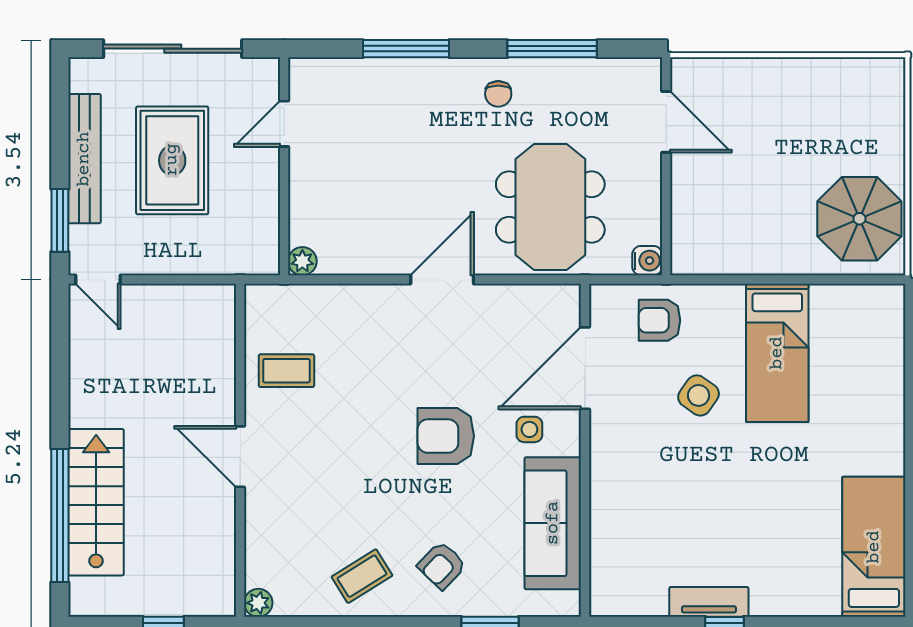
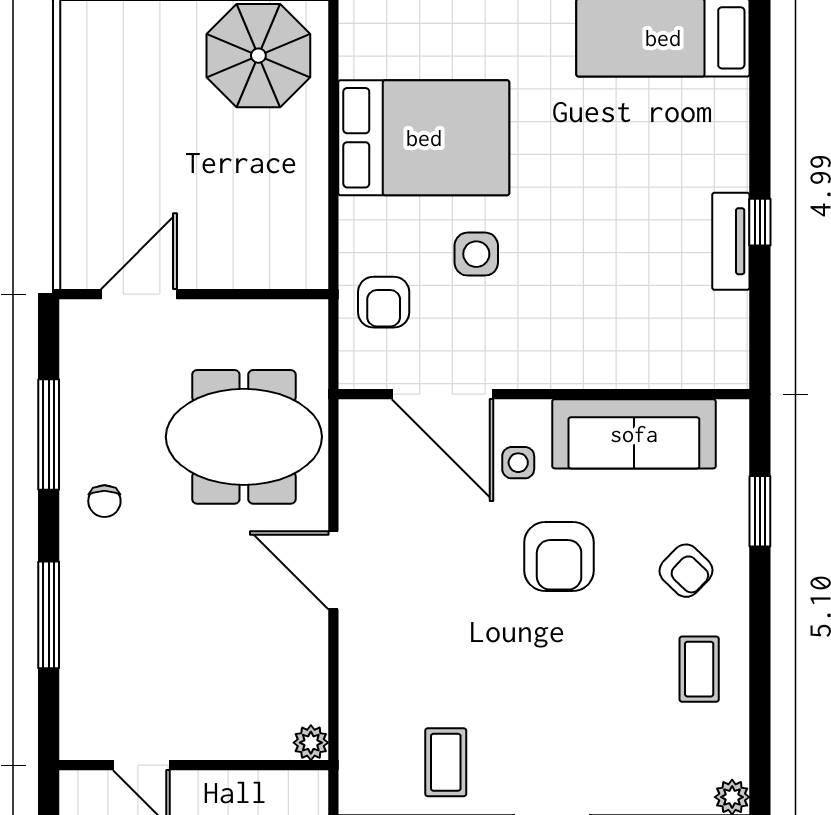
chair: (498, 94) -> (104, 501), turned 90
water cooler: (647, 261) -> (310, 317), removed
bed: (777, 353) -> (424, 138), width x1.50
side table: (699, 395) -> (476, 254), turned -35
armchair: (446, 436) -> (559, 556), moved
coffee table: (362, 576) -> (699, 669), turned 32

